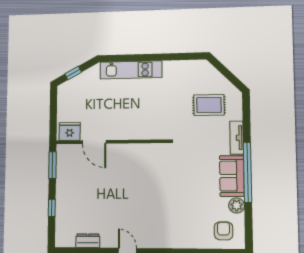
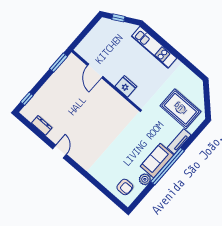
rug: (209, 105) -> (180, 109), width x1.36, depth x1.43
fridge: (70, 131) -> (126, 86), moved
window: (52, 208) -> (27, 99), moved
armchair: (224, 231) -> (125, 187), turned 90

